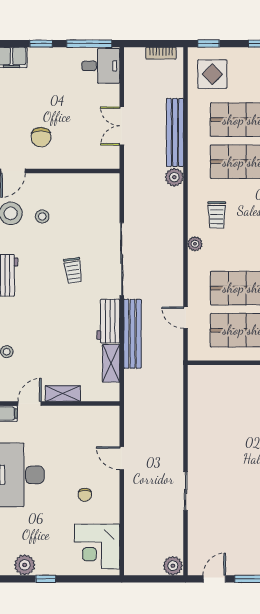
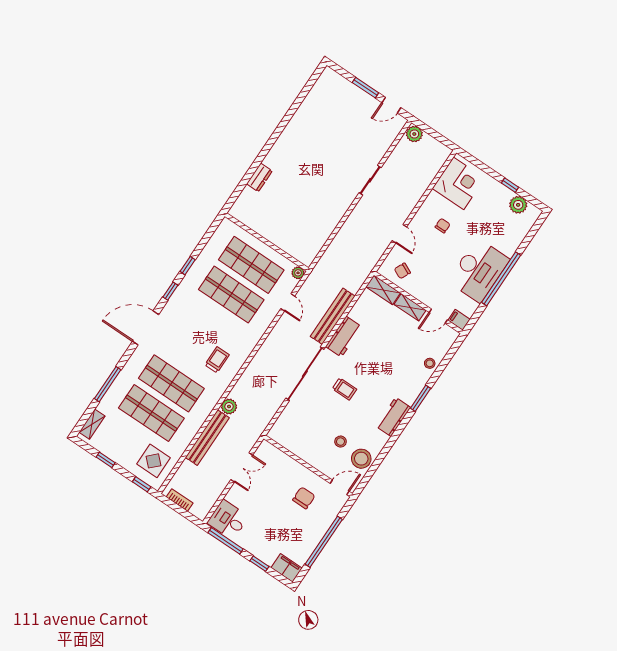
plant: (195, 244) -> (298, 273), moved
trolley: (73, 270) -> (344, 389), turned 98
shelving: (111, 363) -> (383, 290), moved, turned 90
chair: (94, 424) -> (402, 271), added

